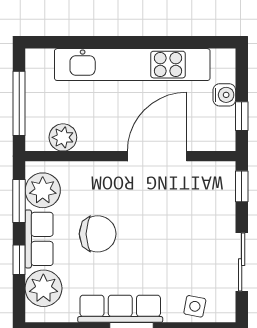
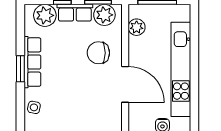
chair: (98, 234) -> (98, 53), moved, turned 90

